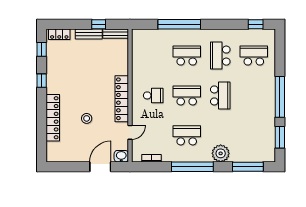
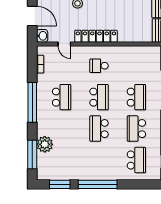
school desk: (220, 56) -> (136, 129), turned -90
school desk: (153, 95) -> (99, 66), turned 90
school desk: (220, 95) -> (99, 129), turned 90
plant: (221, 153) -> (45, 144), moved

